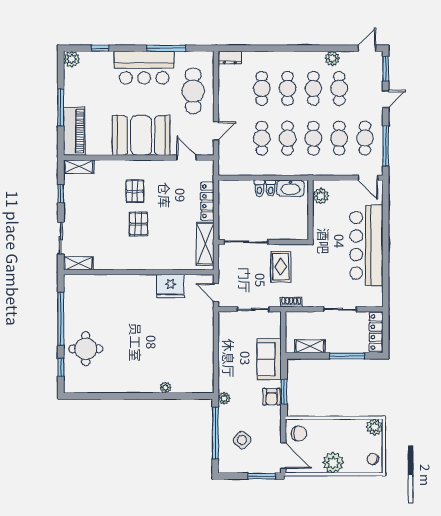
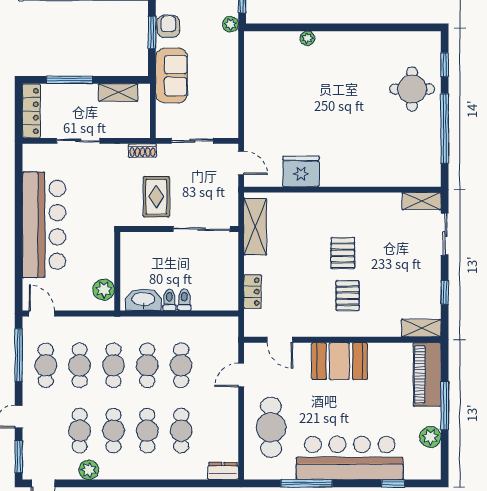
plant: (72, 59) -> (430, 437), moved
bar counter: (144, 68) -> (350, 458), width x1.36
booth: (141, 135) -> (339, 361), width x0.73, depth x0.70
locker: (207, 201) -> (253, 292), width x0.66

